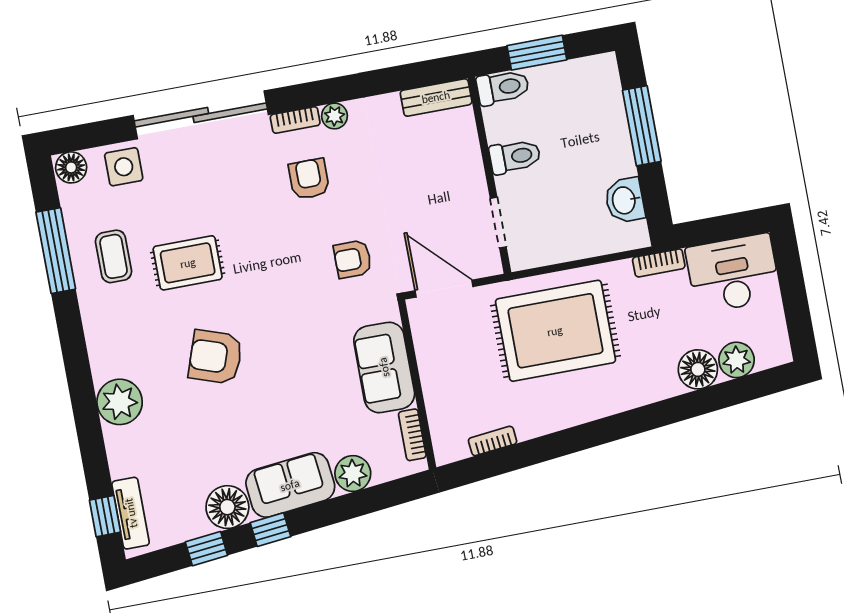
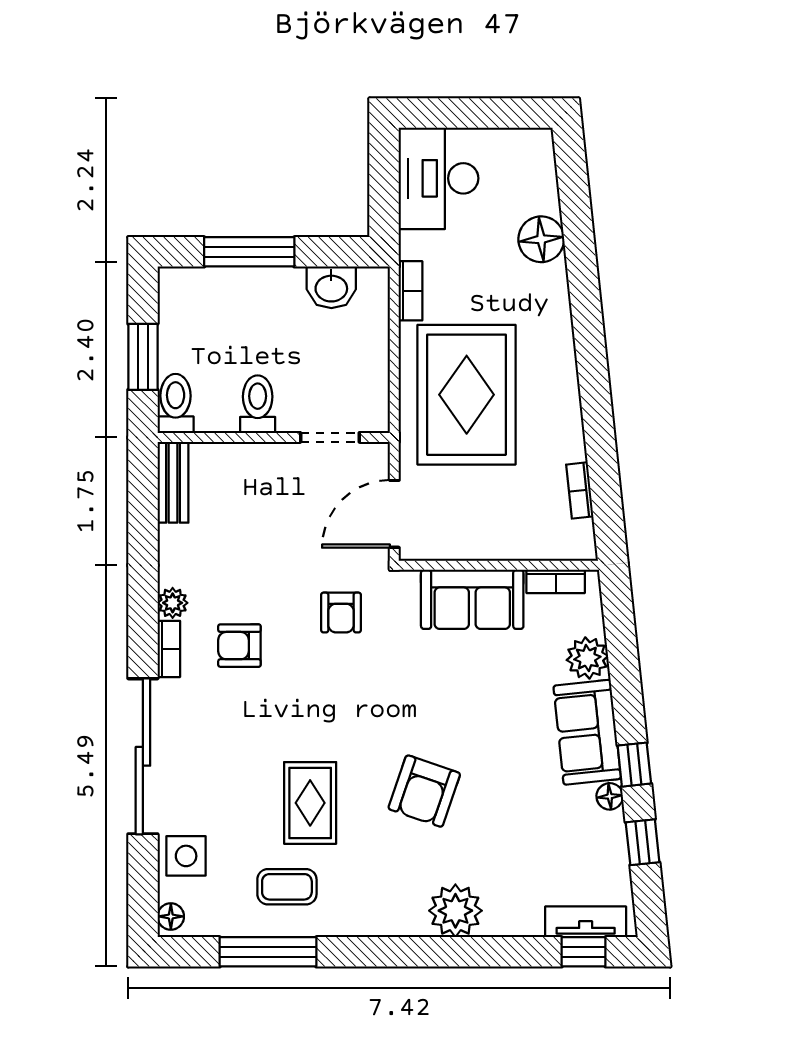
floor lamp: (71, 167) -> (171, 916), width x0.73, depth x0.73
bookcase: (659, 263) -> (411, 291), moved
plant: (737, 360) -> (539, 193), removed
floor lamp: (227, 507) -> (610, 796), width x0.53, depth x0.53

